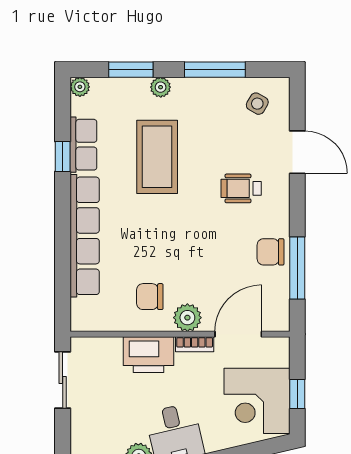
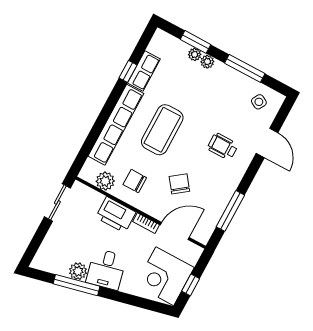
plant: (80, 87) -> (195, 54), moved
coffee table: (157, 157) -> (162, 130), moved
chair: (271, 252) -> (179, 184), moved, turned 53
plant: (187, 318) -> (105, 181), moved

